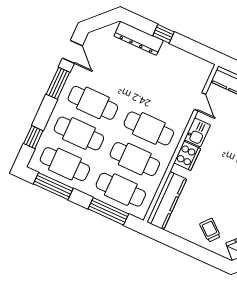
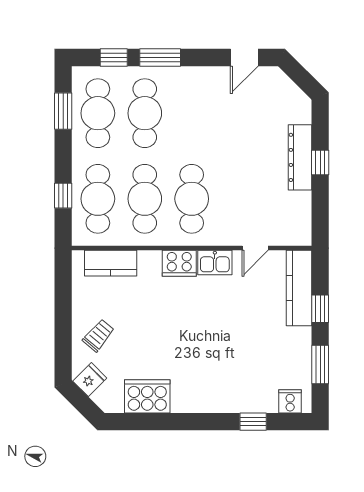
dresser: (139, 38) -> (300, 157), moved
window: (58, 83) -> (160, 57), moved
cafe table: (93, 103) -> (192, 113), removed
window: (53, 186) -> (63, 111), width x0.69
kitchen counter: (167, 201) -> (111, 263), width x0.67
window: (108, 211) -> (63, 196), width x0.46

